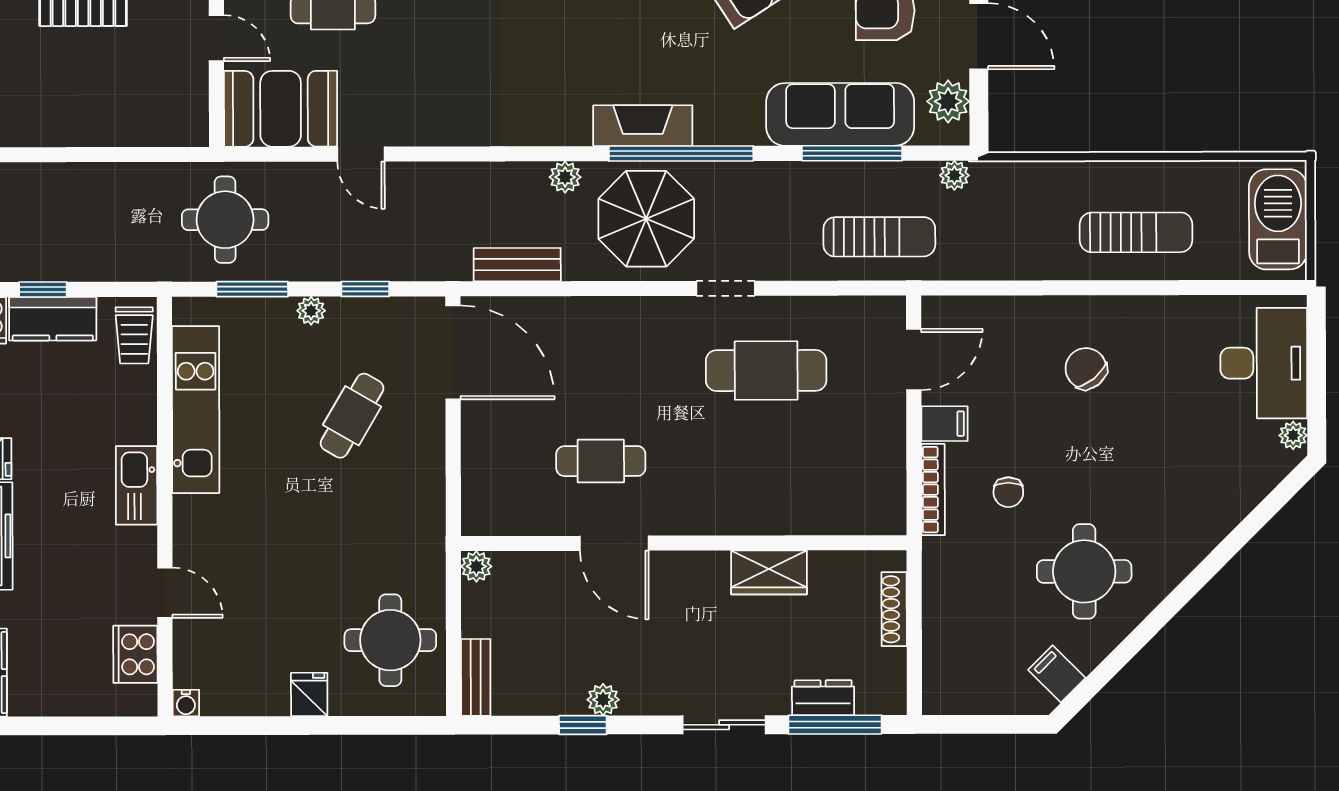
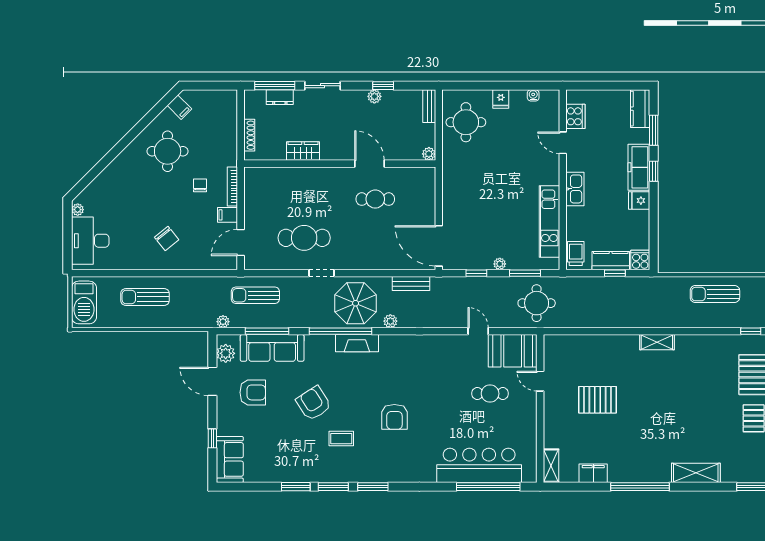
cafe table: (352, 416) -> (482, 219), removed
water cooler: (186, 703) -> (533, 95), moved

